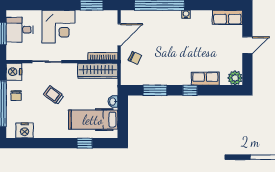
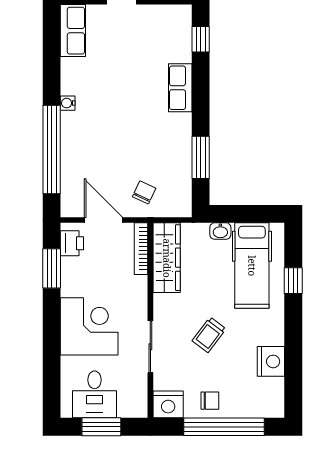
printer: (106, 17) -> (72, 243), added
plant: (235, 78) -> (179, 17), removed
row of seats: (205, 79) -> (180, 88), moved
window: (190, 90) -> (201, 39), moved
nightstand: (25, 130) -> (271, 361), moved

